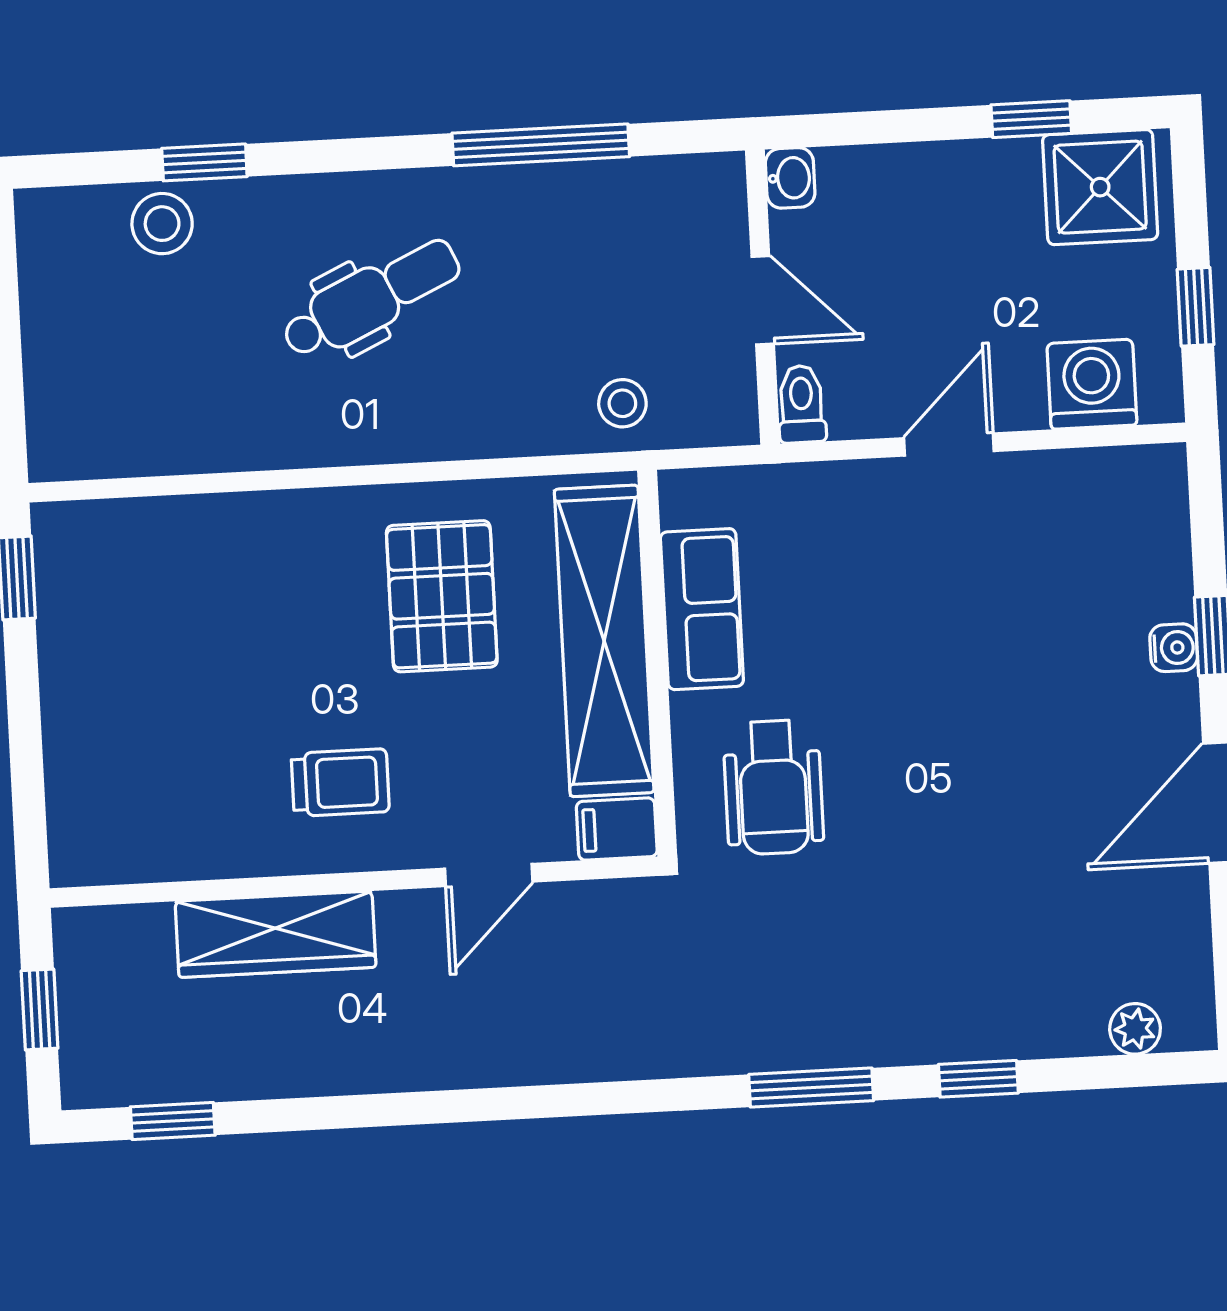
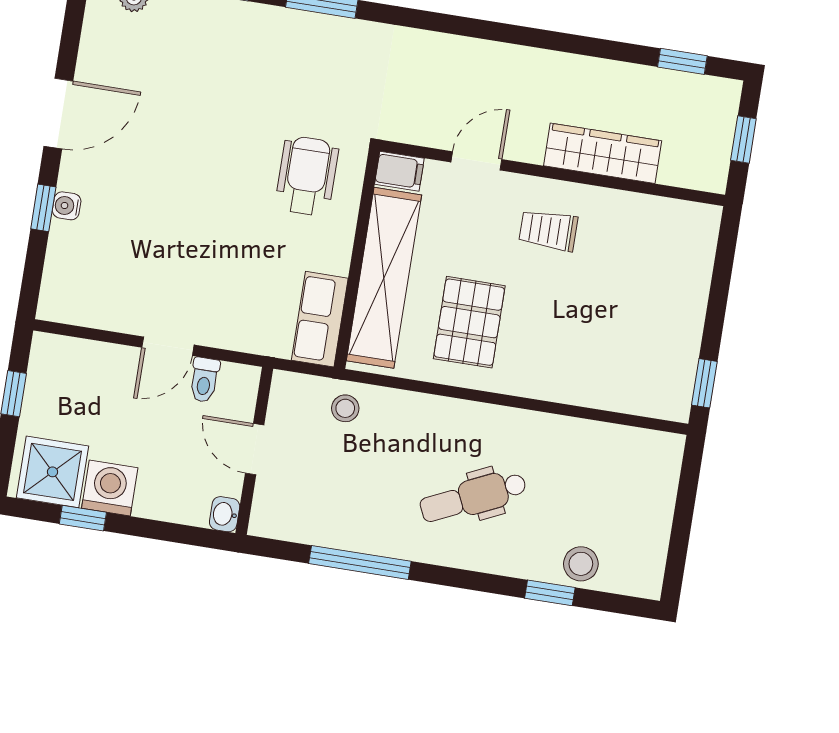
washing machine: (1092, 384) -> (110, 488), moved, turned 180
toilet: (801, 404) -> (204, 380), moved
row of seats: (702, 609) -> (320, 319), moved

